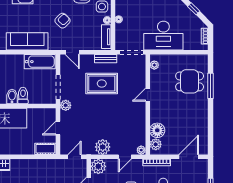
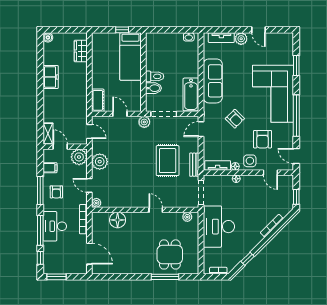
bidet: (12, 97) -> (154, 88), moved
plant: (156, 144) -> (103, 218), removed

